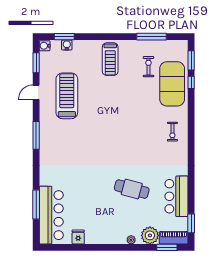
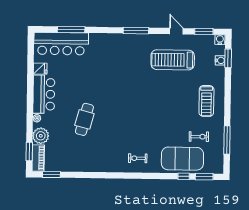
treadmill: (110, 59) -> (206, 101), turned -90
treadmill: (67, 96) -> (173, 60), turned 180
bar counter: (176, 196) -> (44, 94), moved, turned 90

